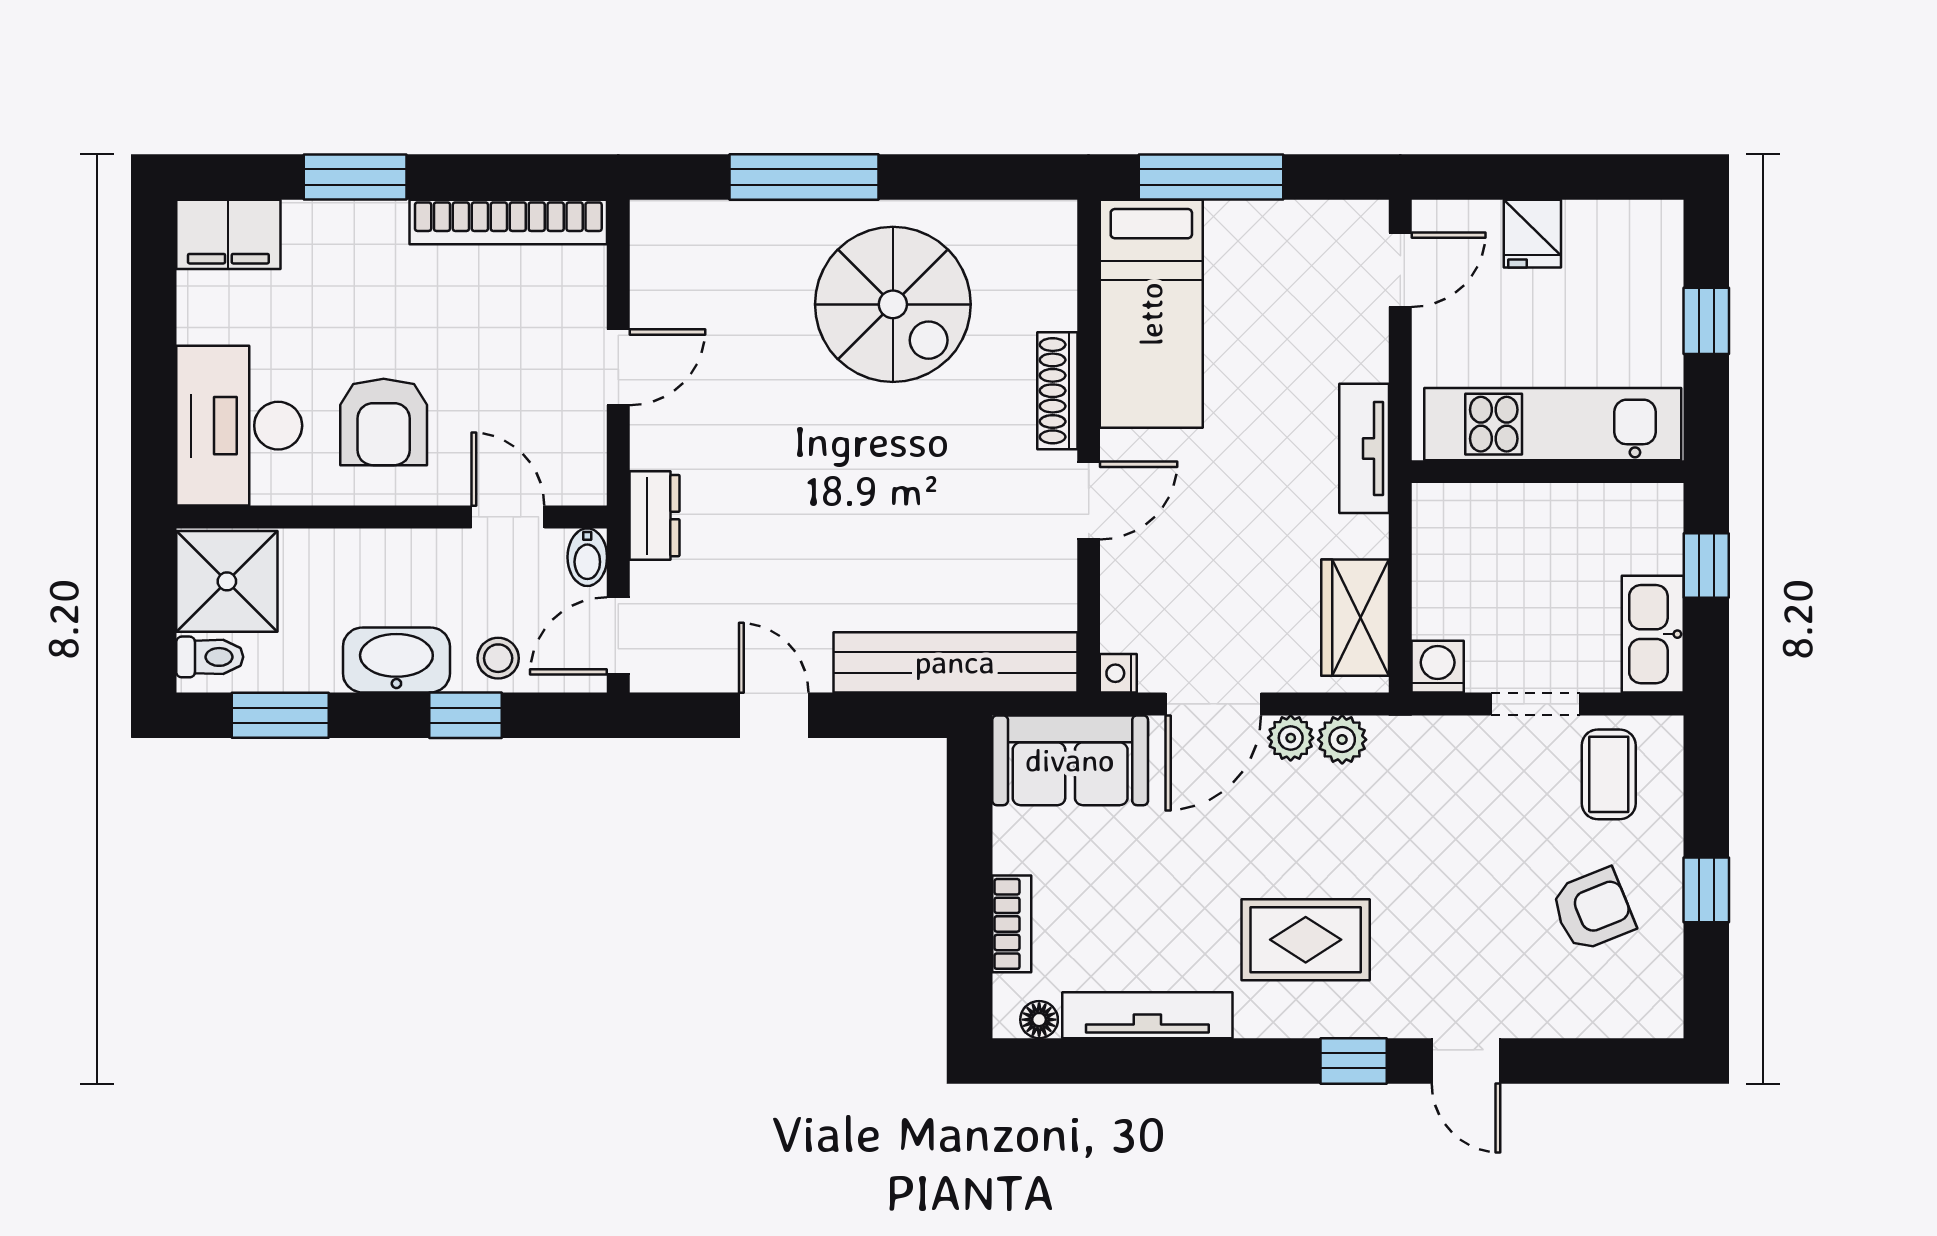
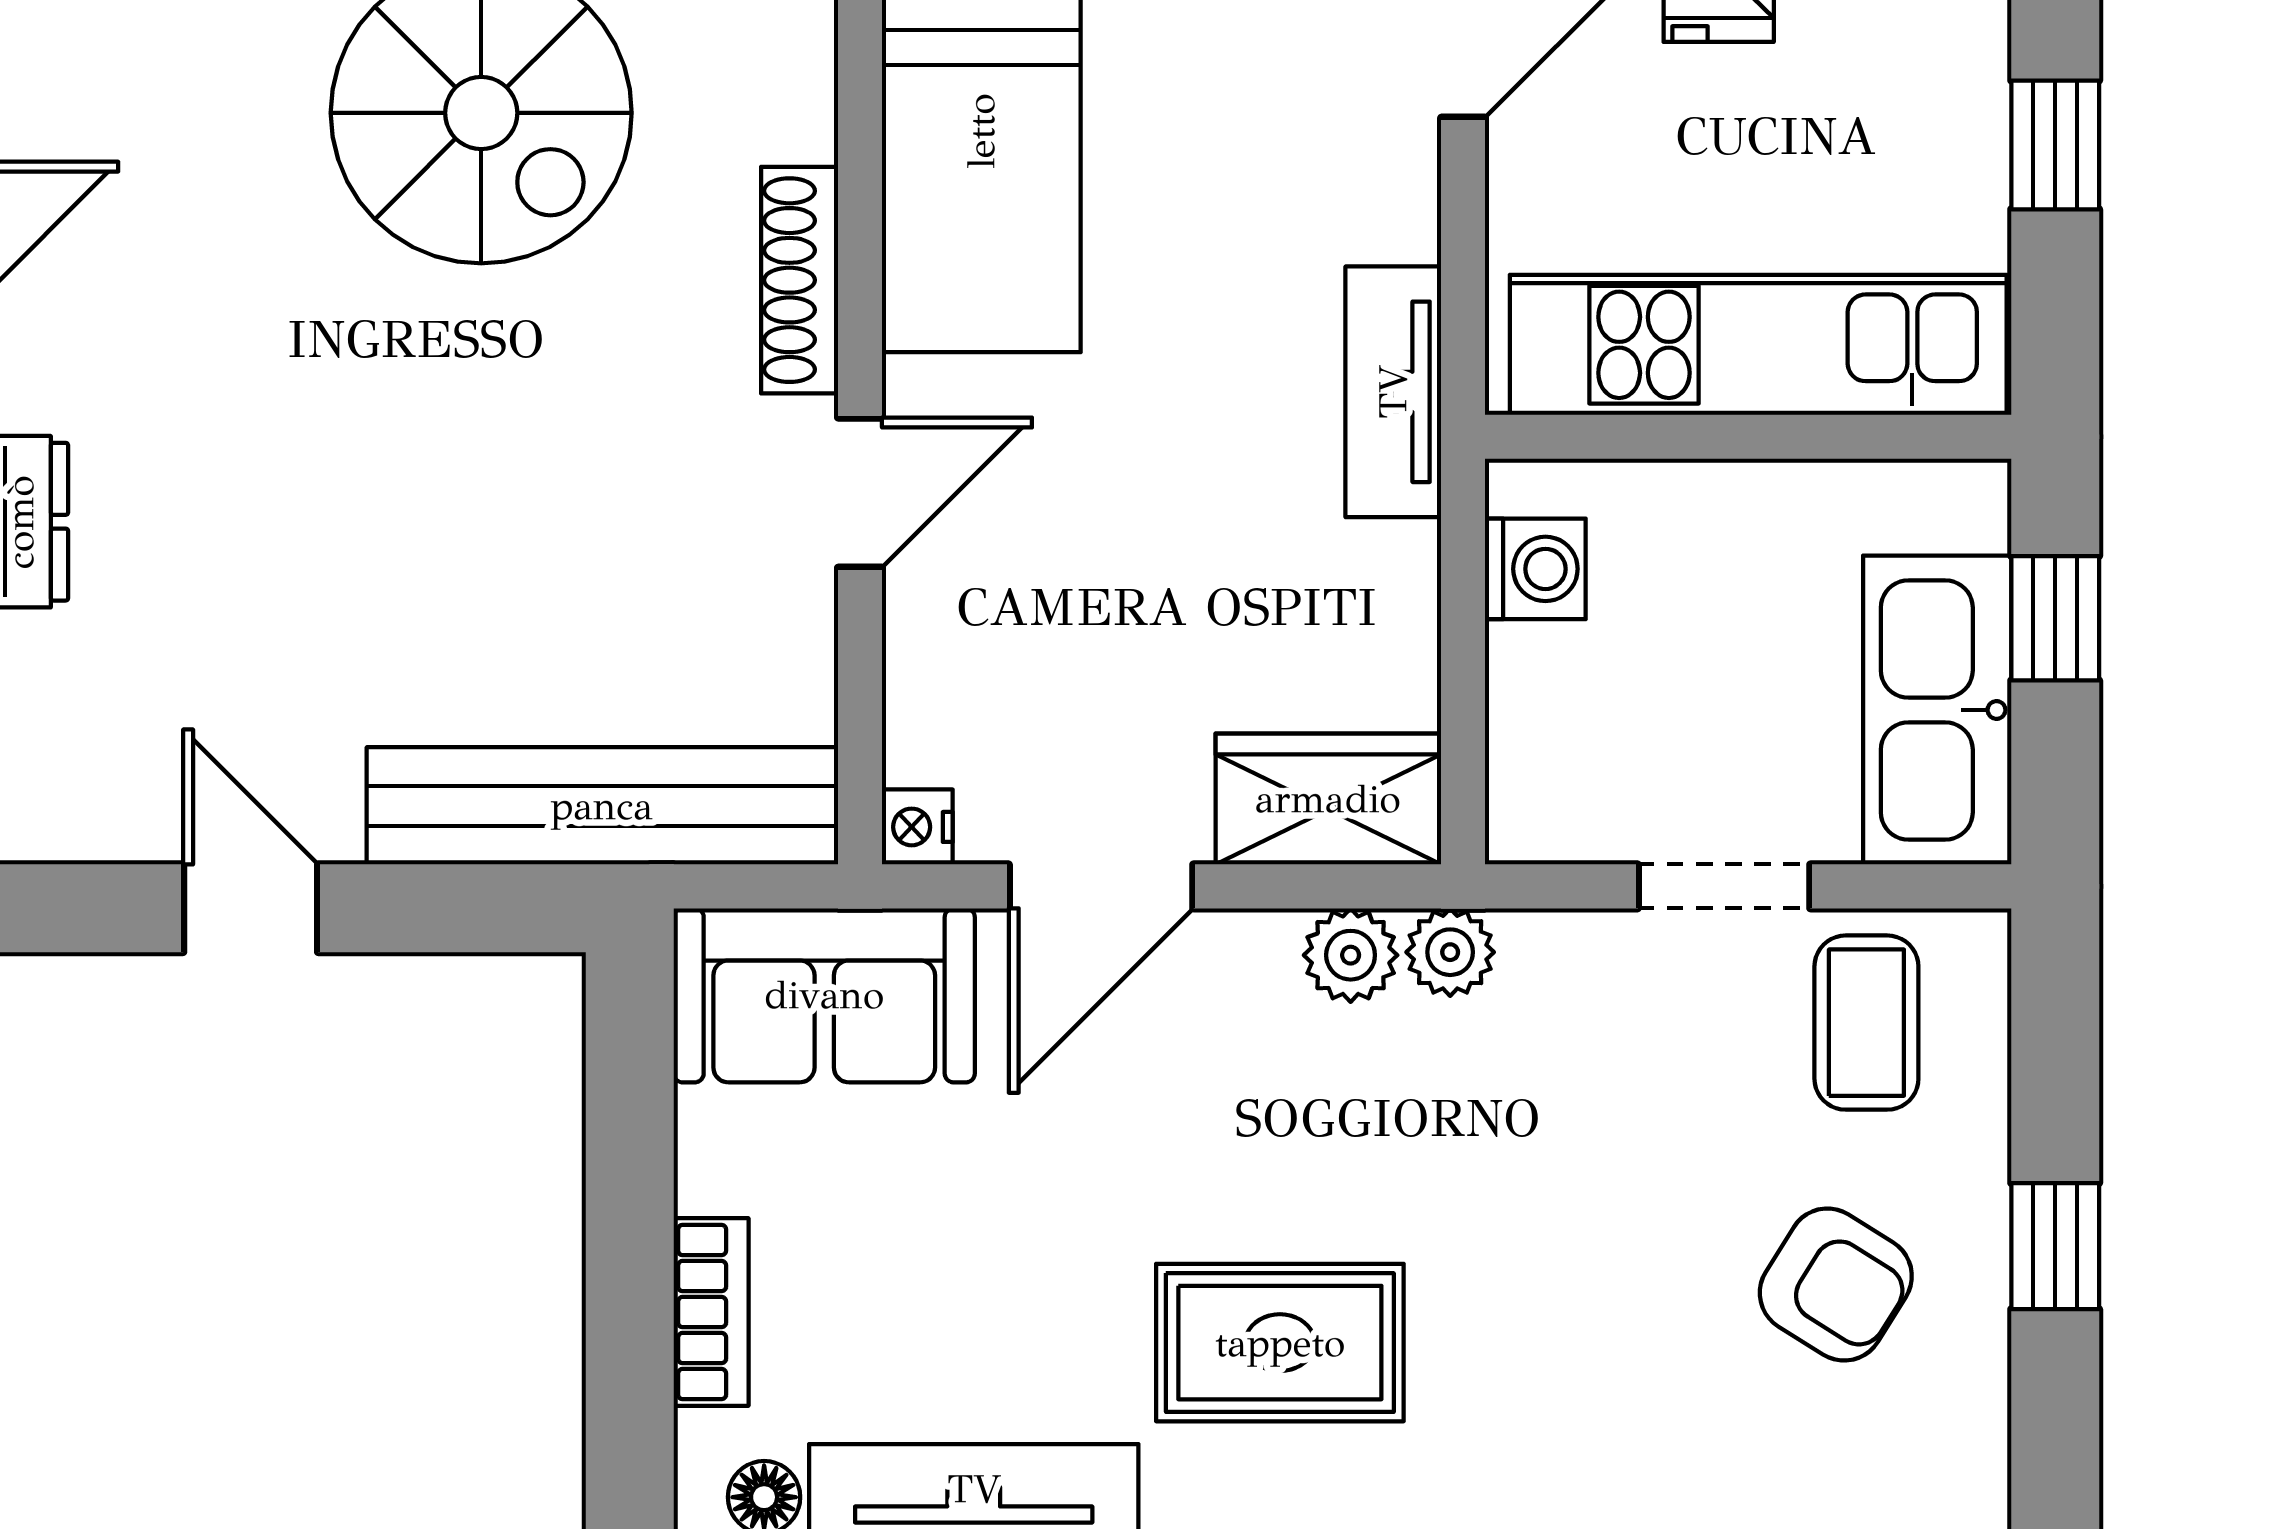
wardrobe: (1355, 618) -> (1328, 799), moved, turned 90
kitchen sink: (1653, 634) -> (1937, 710), width x1.36, depth x1.24
washing machine: (1438, 667) -> (1535, 569), moved, turned 90
plant: (1291, 738) -> (1450, 952), moved
armchair: (1593, 910) -> (1836, 1285), turned 54

